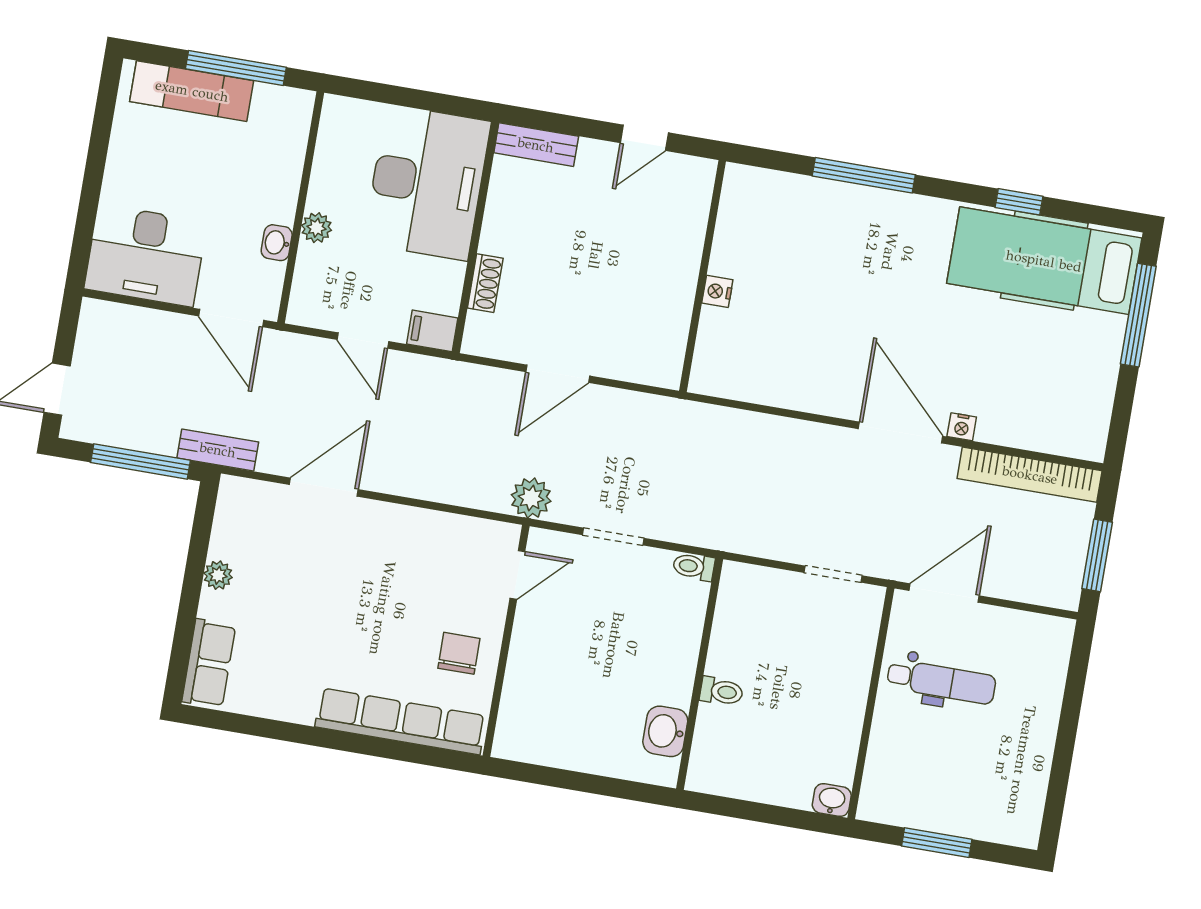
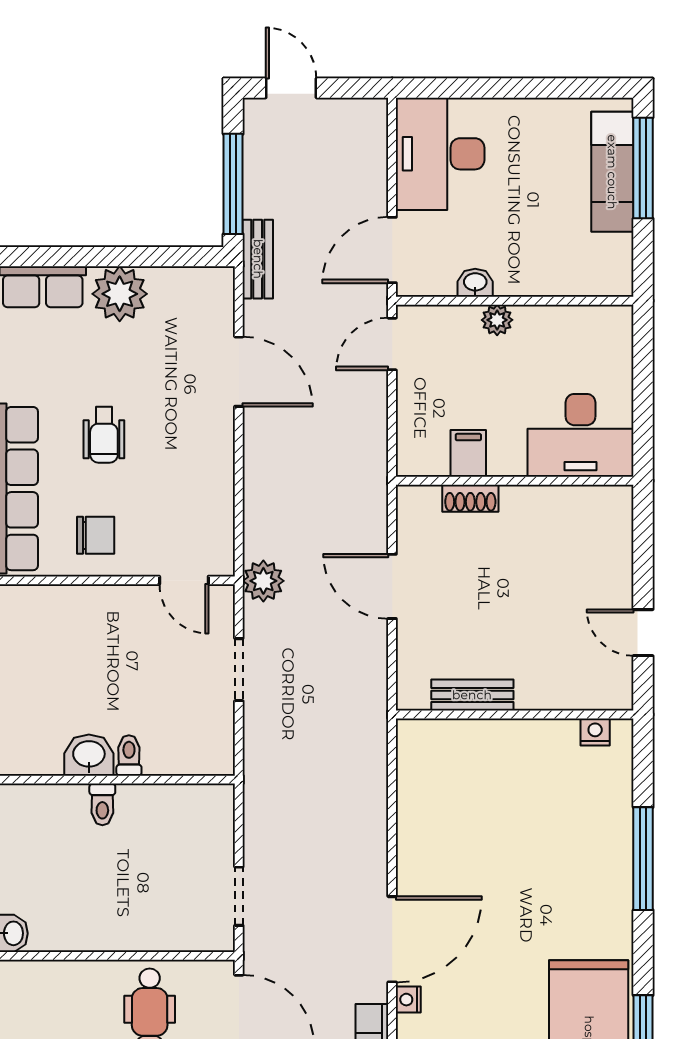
window: (236, 68) -> (643, 168), moved
bench: (536, 145) -> (472, 695), moved, turned 90
desk: (427, 182) -> (581, 435), width x0.73, depth x0.77
nightstand: (717, 291) -> (595, 732), moved
filing cabinet: (432, 331) -> (468, 453), moved
door: (363, 341) -> (392, 344), moved
toilet: (694, 567) -> (129, 755), moved
plant: (218, 575) -> (120, 294), width x1.88, depth x1.88
wheelchair: (363, 628) -> (104, 435), added
washbasin: (665, 731) -> (89, 755), moved

